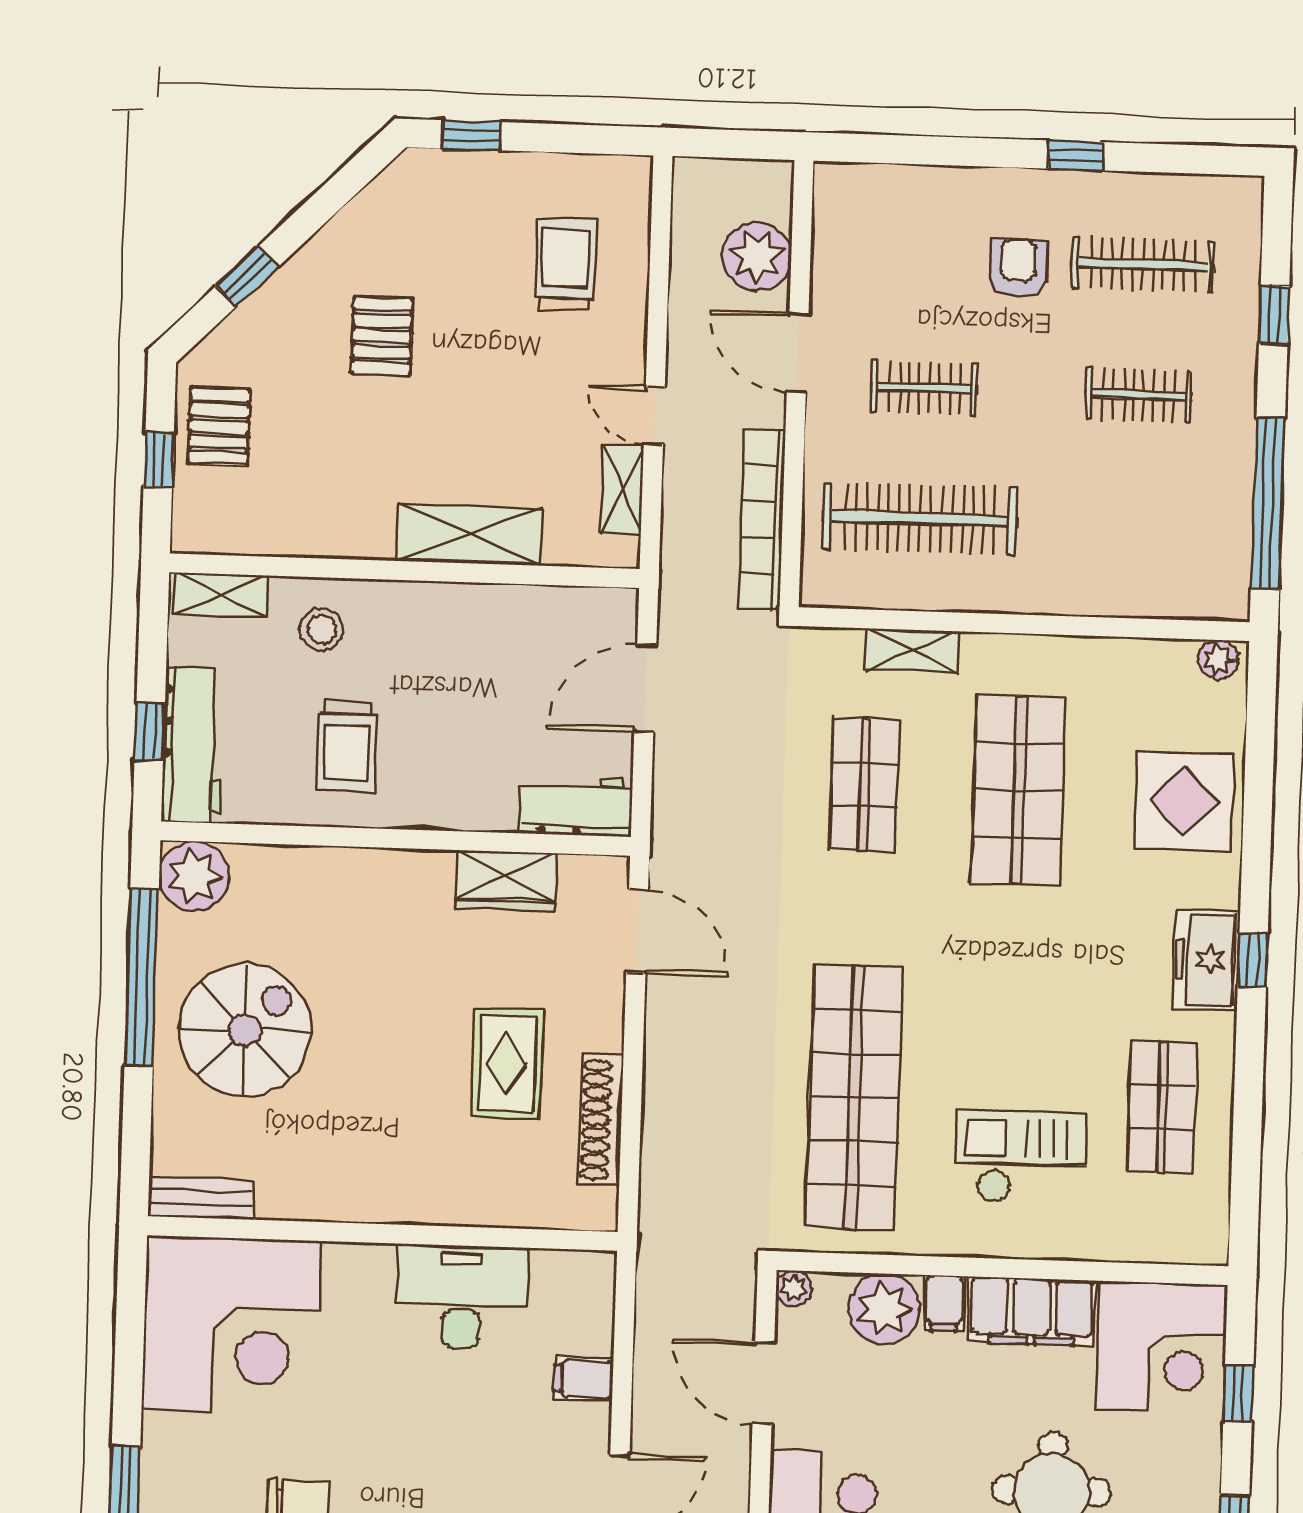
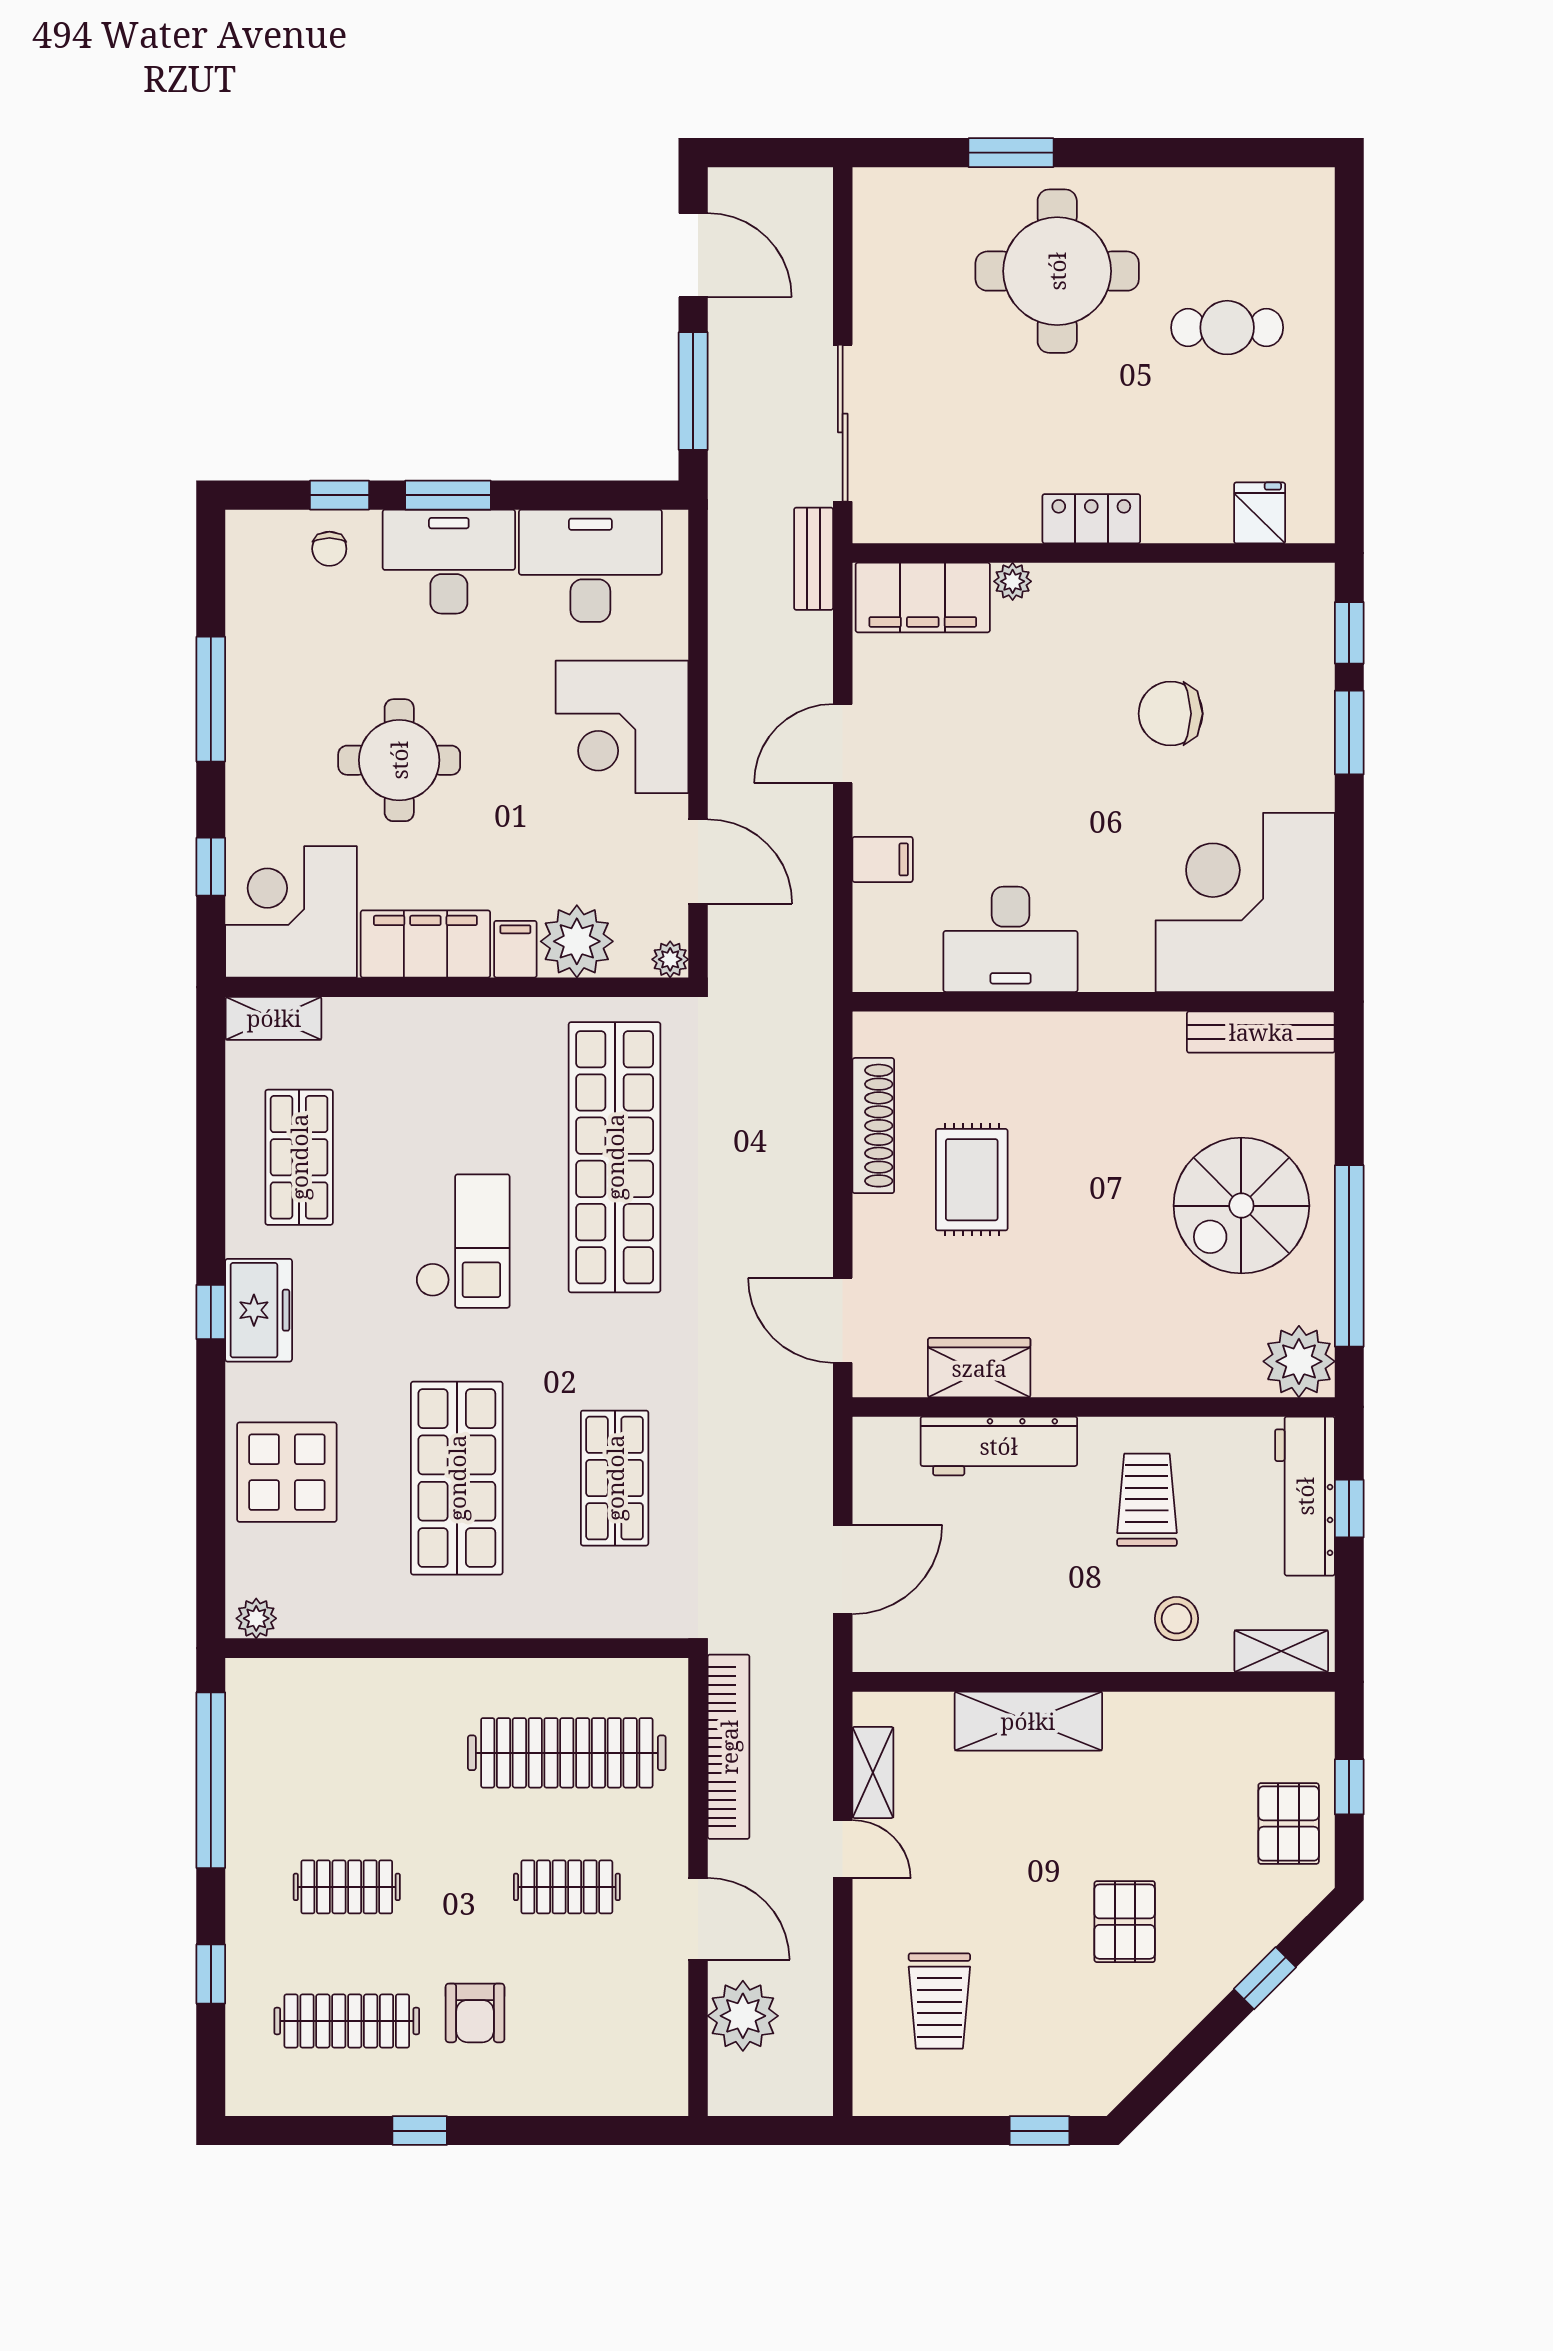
shelving: (912, 651) -> (274, 1018), moved
workbench: (576, 807) -> (999, 1446), moved, width x1.37
checkout: (1020, 1157) -> (463, 1241), moved, turned -90
bench: (201, 1198) -> (1261, 1032), width x1.36

